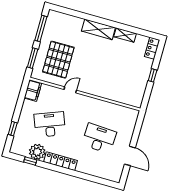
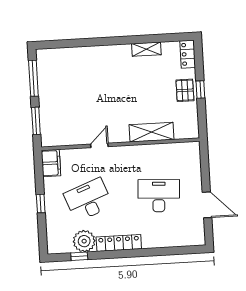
shelving: (98, 29) -> (152, 132), moved
pallet: (58, 60) -> (185, 90), moved, width x0.49, depth x0.50
window: (13, 129) -> (41, 204), moved

